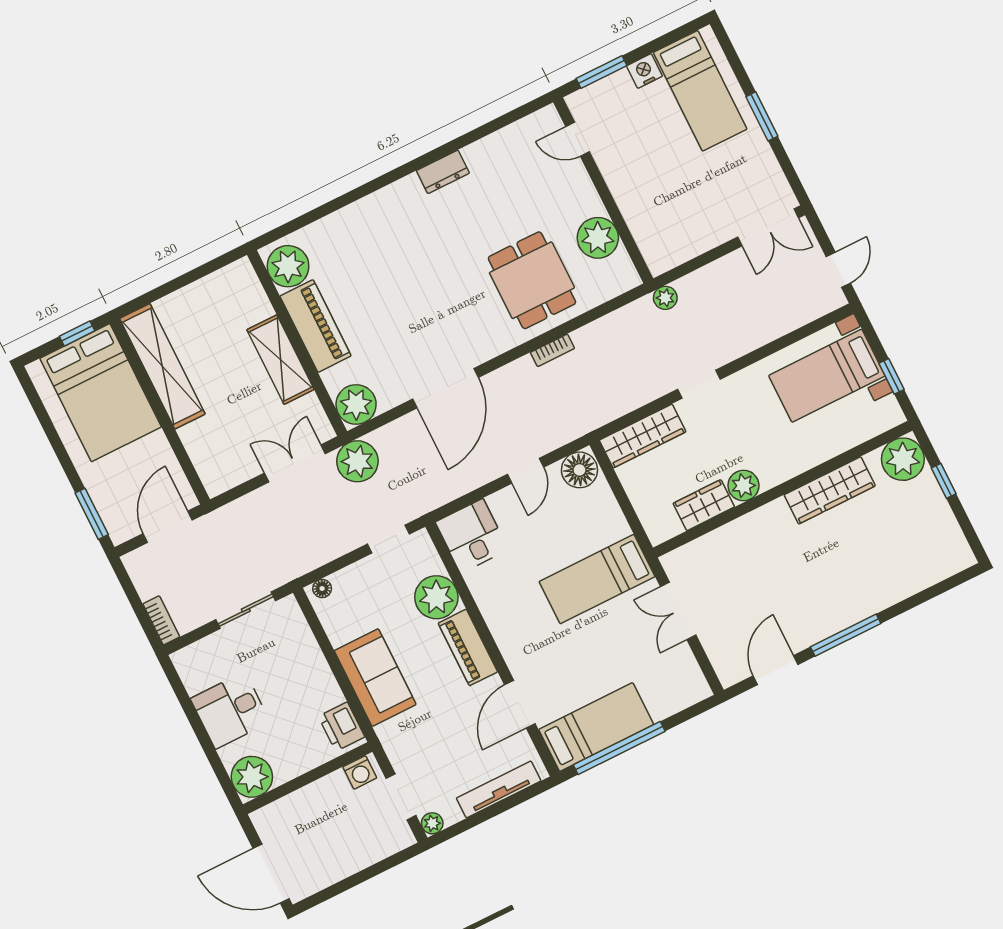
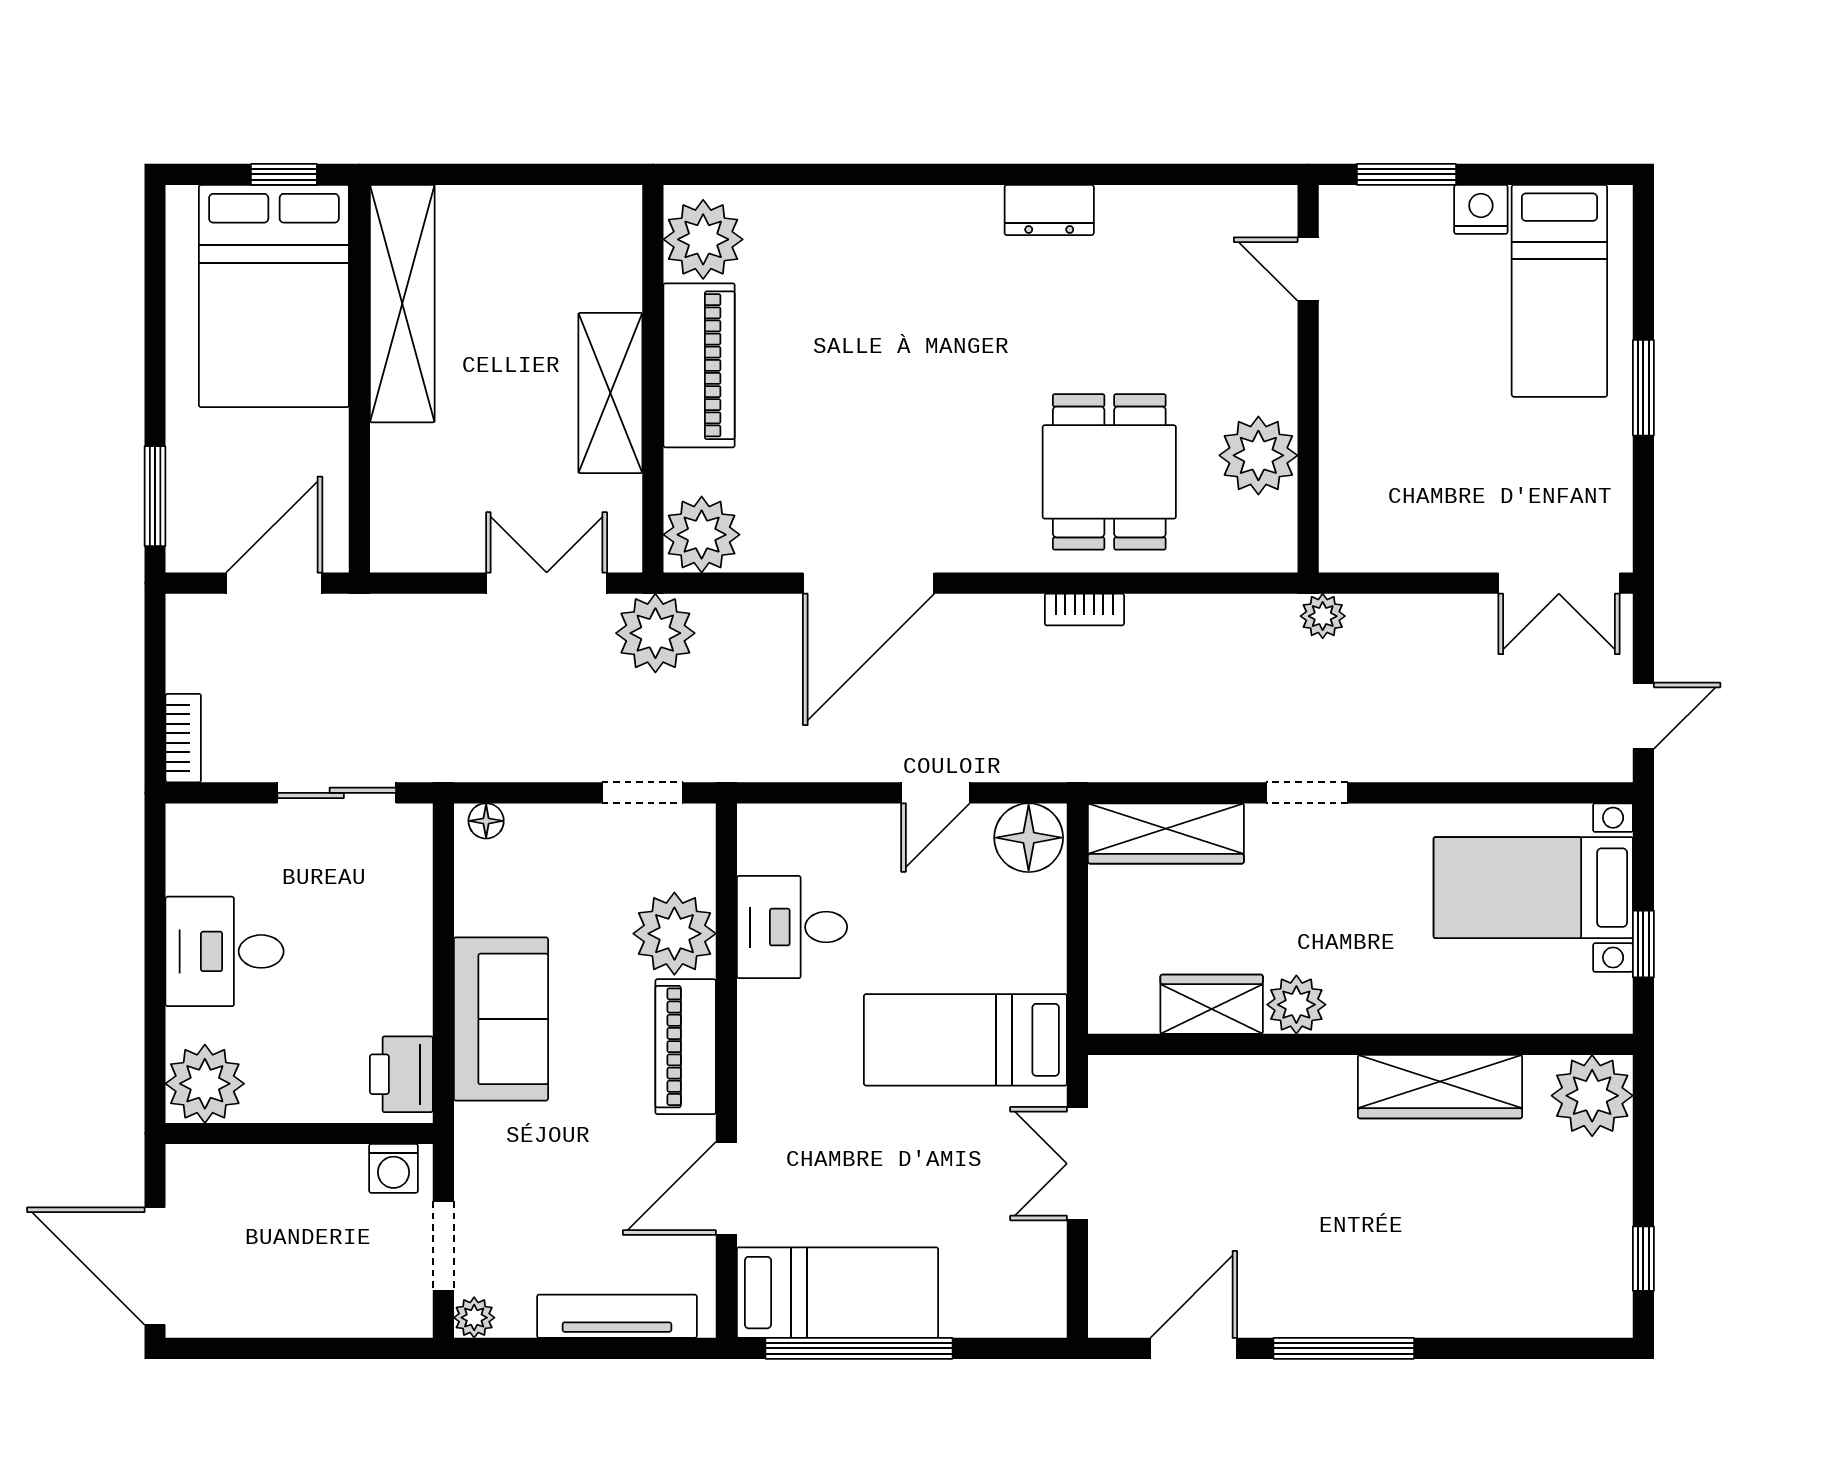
window: (944, 481) -> (1643, 1259), moved
desk: (472, 536) -> (792, 927), moved, turned -90

